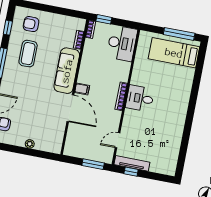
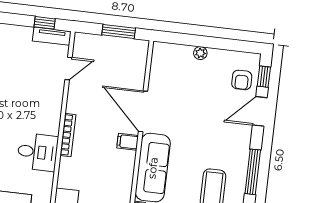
desk: (140, 98) -> (38, 152), moved
tv unit: (132, 163) -> (52, 36), width x0.71
window: (93, 164) -> (119, 32), moved

